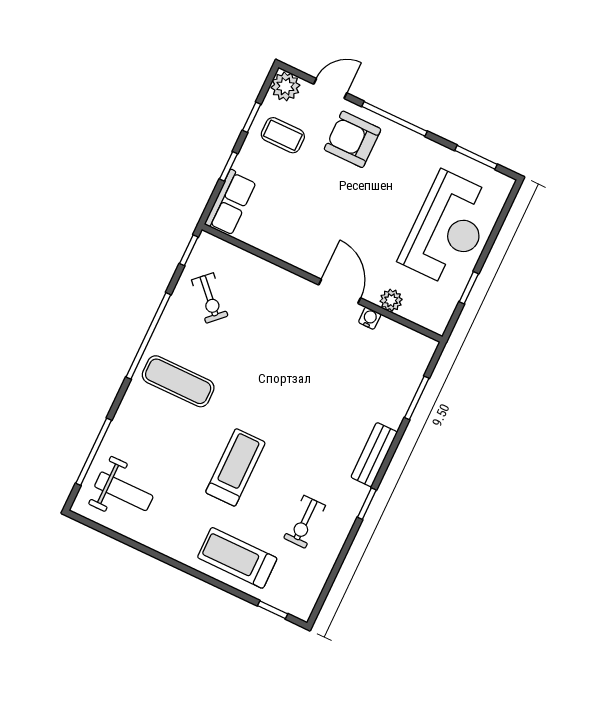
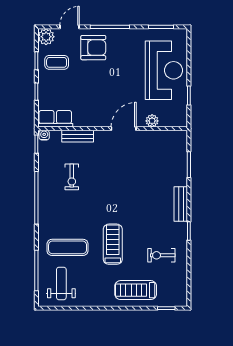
armchair: (352, 139) -> (93, 48), turned 180
row of seats: (231, 203) -> (55, 119), moved, turned -90
bench: (261, 269) -> (78, 136), added
door: (340, 291) -> (124, 129), hinge flipped
exercise bike: (210, 298) -> (72, 177), moved, turned 44
water cooler: (370, 318) -> (44, 135), moved
exercise mat: (178, 381) -> (68, 247), moved
weight bench: (124, 491) -> (61, 283), turned -90
exercise bike: (305, 522) -> (161, 255), turned 90

